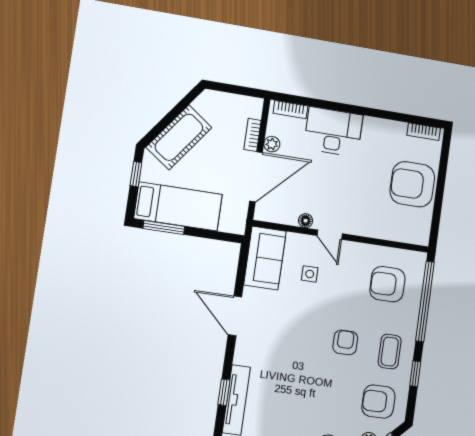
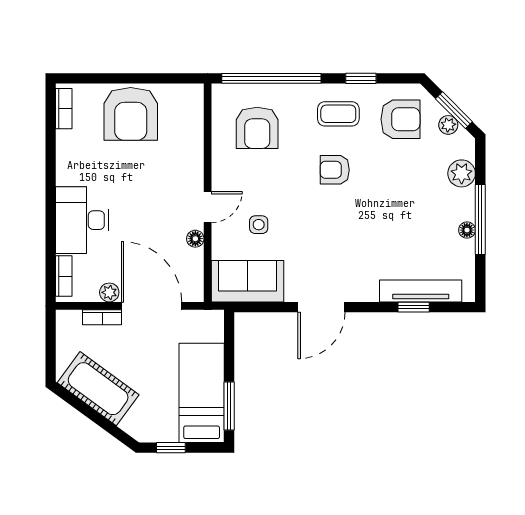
cot: (179, 137) -> (98, 389), moved
armchair: (378, 402) -> (400, 119), turned -90

